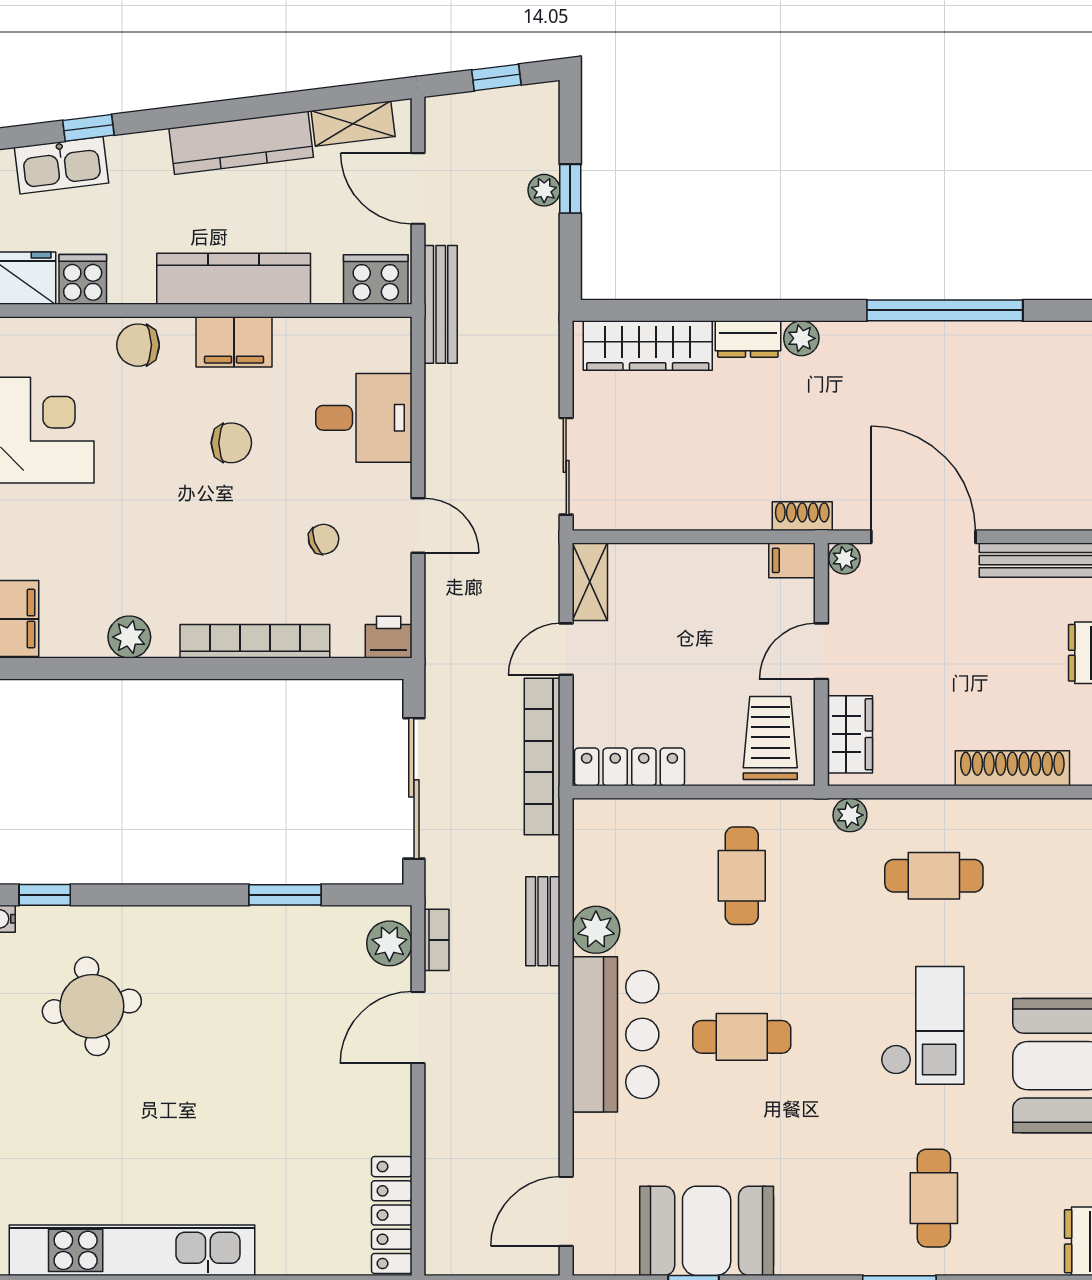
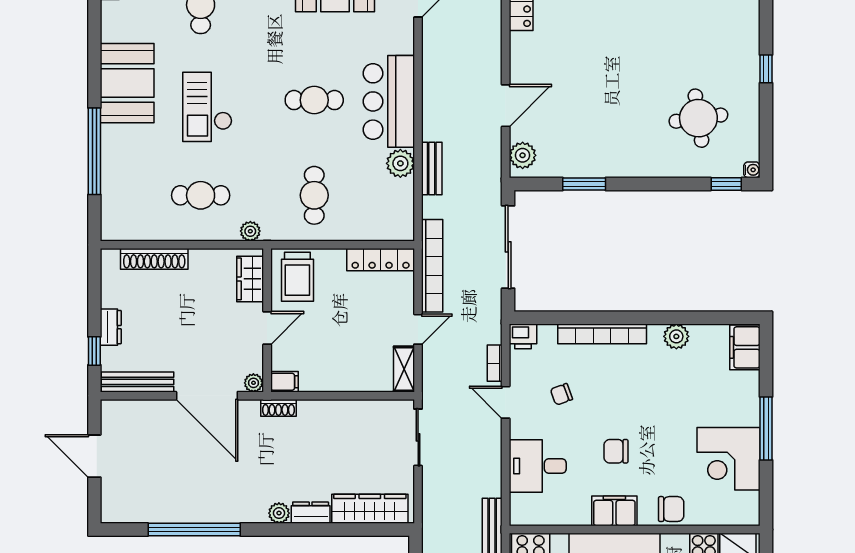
bookcase: (436, 940) -> (495, 363), moved

